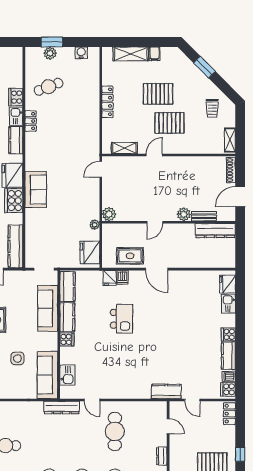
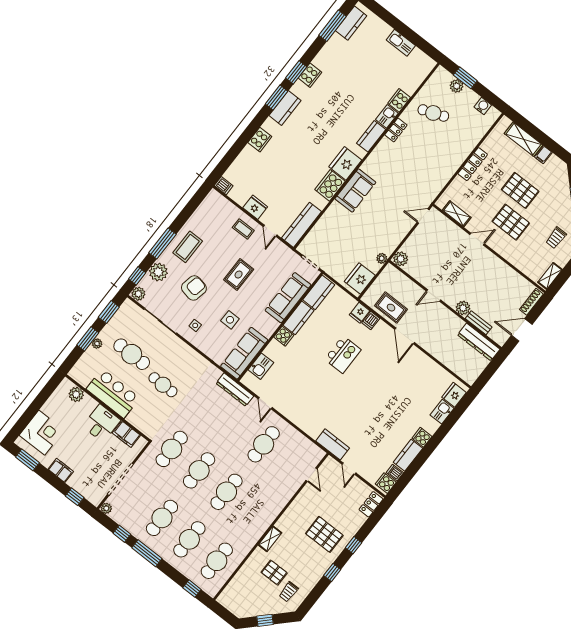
dresser: (162, 456) -> (287, 496), removed

